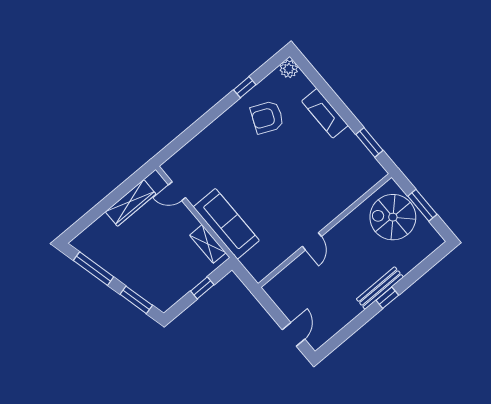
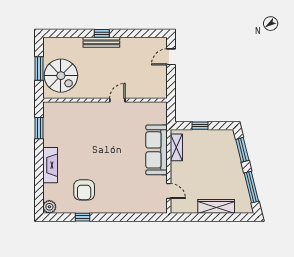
armchair: (267, 117) -> (84, 190), turned 66
wardrobe: (131, 203) -> (216, 206), moved

